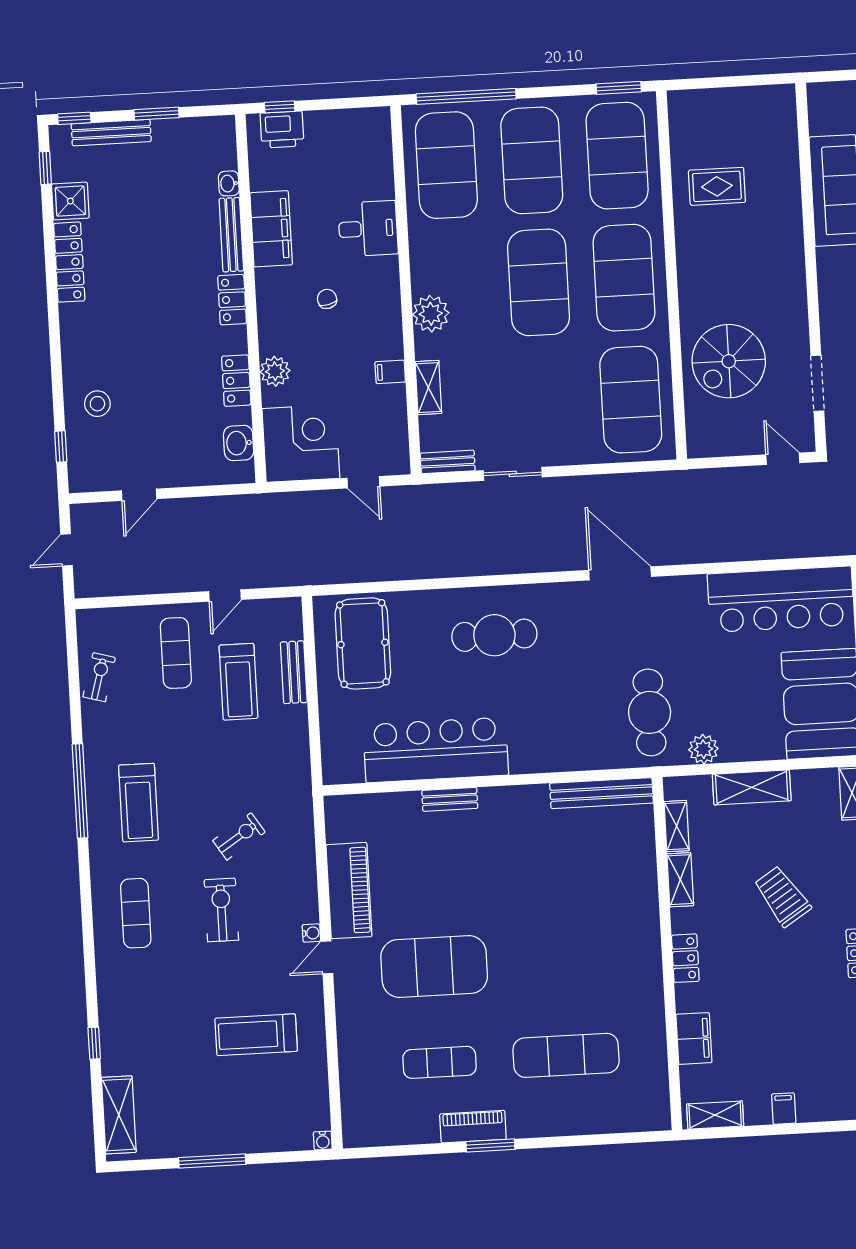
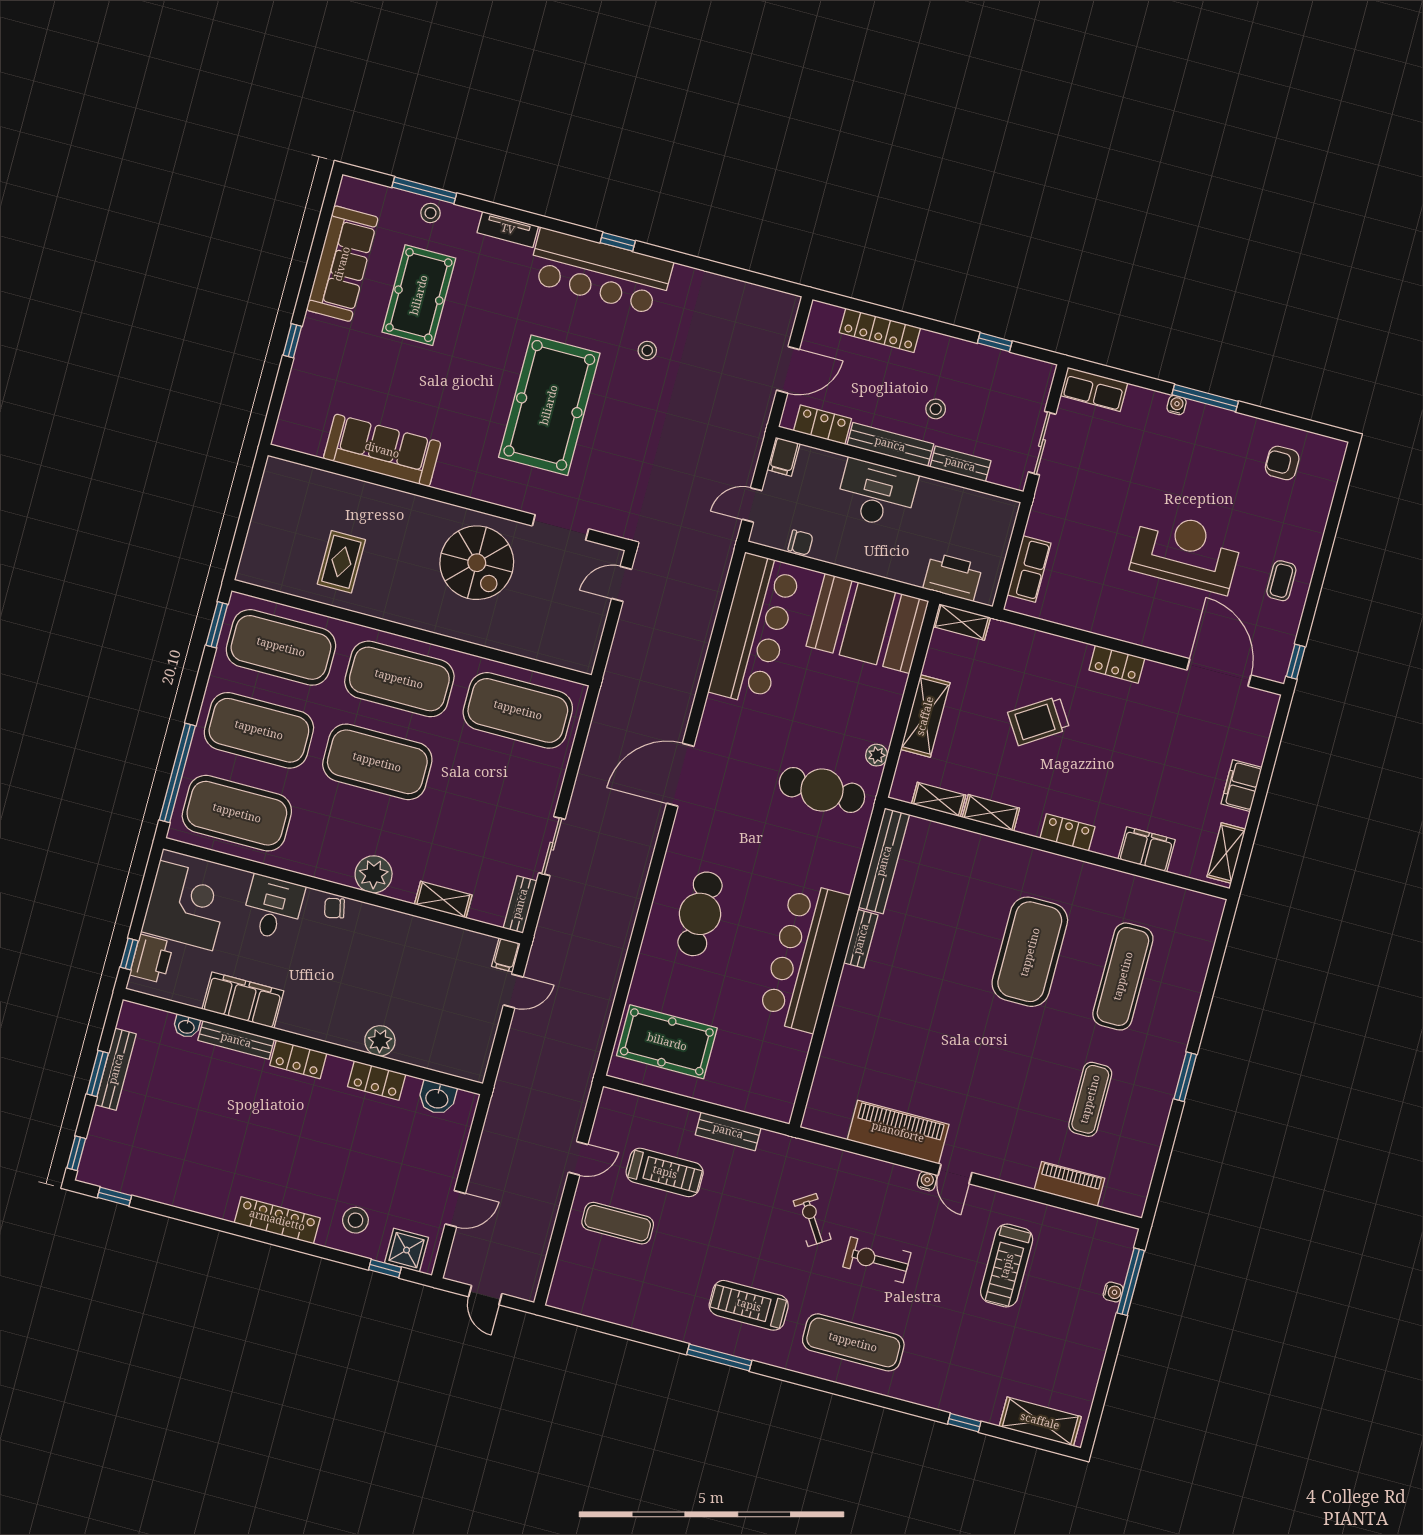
bench: (111, 133) -> (116, 1069), moved
shower: (70, 201) -> (407, 1250), moved
locker: (69, 262) -> (277, 1220), moved
chair: (327, 299) -> (334, 908), moved
spiral stairs: (729, 361) -> (477, 563), moved
filing cabinet: (390, 372) -> (506, 955), moved
corner desk: (301, 443) -> (186, 905), moved, turned 90
door: (139, 495) -> (455, 1209), hinge flipped
door: (225, 596) -> (578, 1158), hinge flipped
bench: (294, 672) -> (728, 1131), moved
exercise bike: (99, 677) -> (617, 1304), removed
plant: (703, 749) -> (877, 755), width x0.73, depth x0.73
bar counter: (436, 750) -> (804, 957), moved
window: (80, 791) -> (719, 1357), width x0.68
bench: (450, 799) -> (861, 939), moved
treadmill: (139, 803) -> (749, 1305), turned 180
exercise mat: (136, 913) -> (853, 1342), width x1.36, depth x1.45
exercise mat: (434, 967) -> (1030, 952), moved
filing cabinet: (784, 1109) -> (1241, 786), width x2.00
piano: (473, 1127) -> (1070, 1184), moved, turned 90
water cooler: (323, 1141) -> (1113, 1292), moved
window: (212, 1161) -> (1131, 1282), moved

